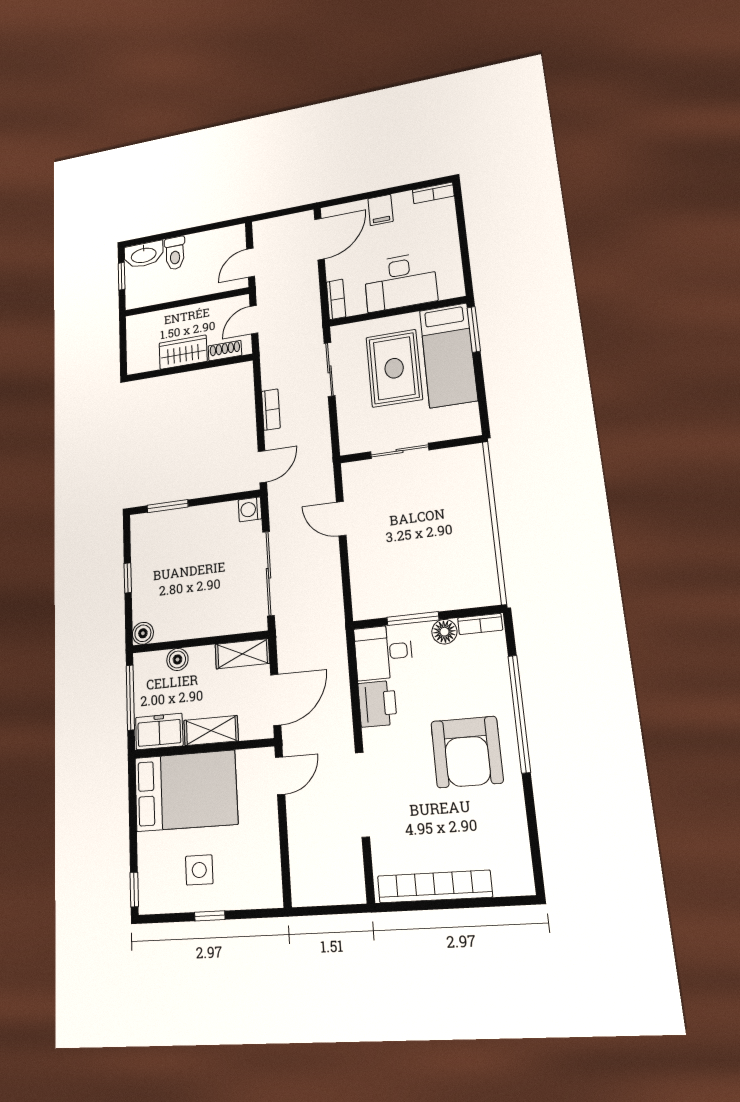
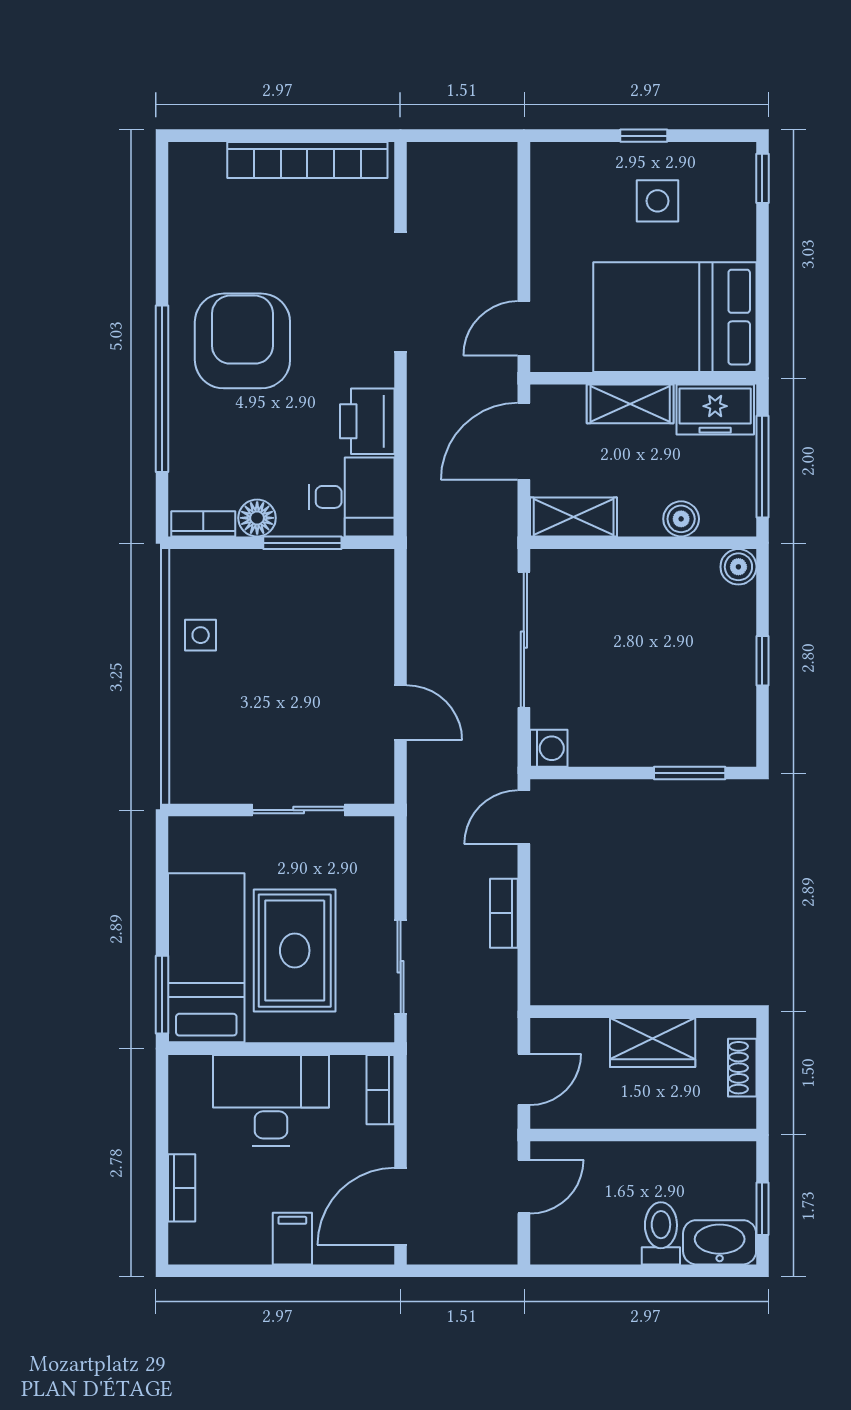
bookcase: (433, 193) -> (182, 1188), moved, turned 90
shoe rack: (225, 351) -> (742, 1068), moved, turned 90
side table: (474, 551) -> (201, 635), added

